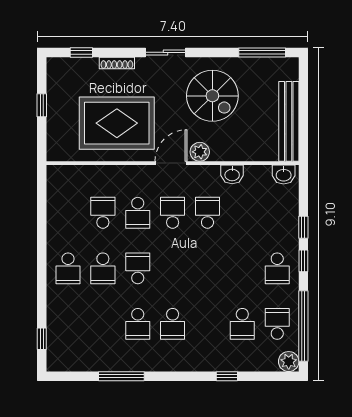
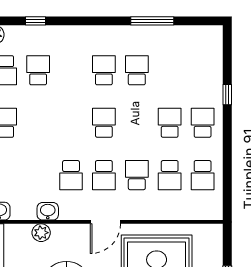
plant: (200, 152) -> (41, 233), moved
school desk: (68, 213) -> (203, 175), added
school desk: (138, 268) -> (104, 123), moved, turned 180
window: (42, 339) -> (227, 95), moved
window: (227, 376) -> (36, 21), moved

